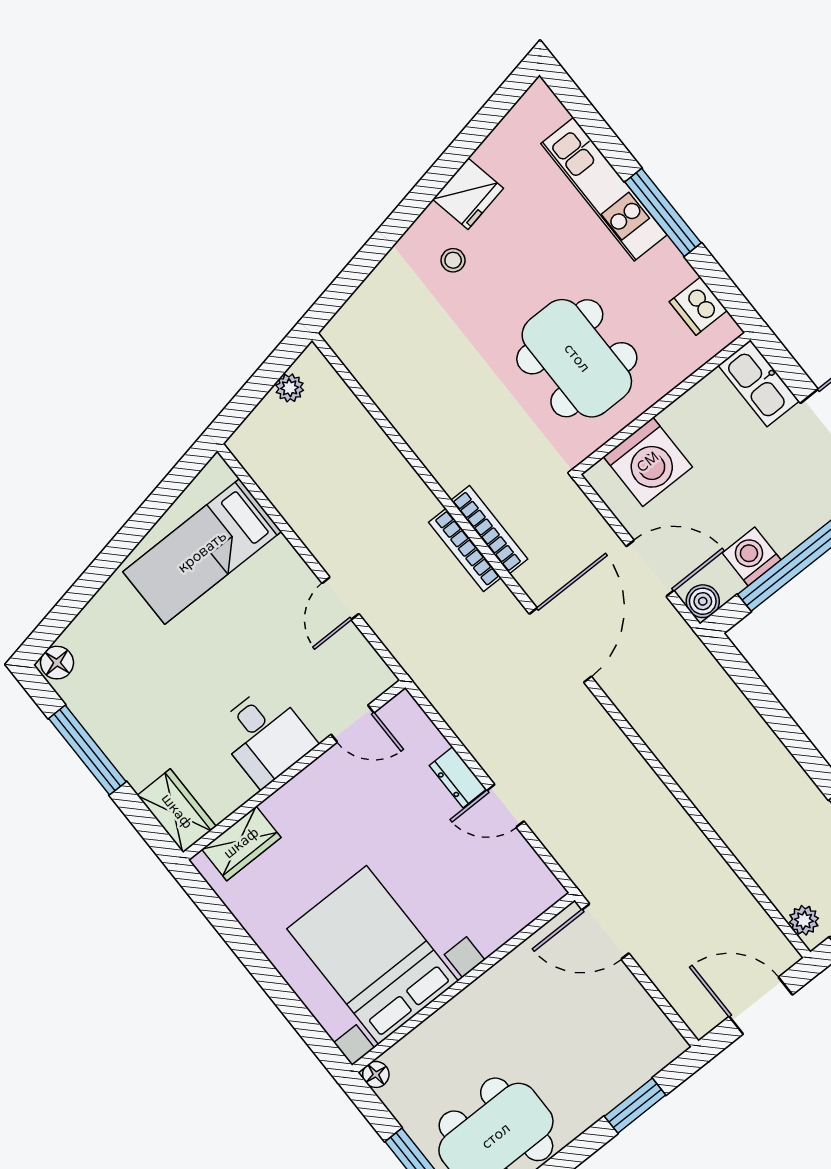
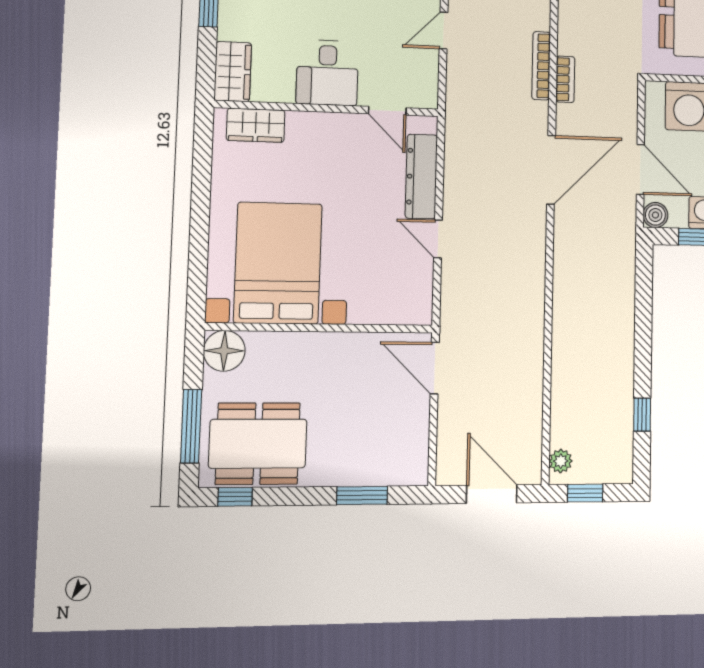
bookcase: (489, 530) -> (565, 79), width x0.64
dresser: (458, 777) -> (421, 176), width x1.96, depth x1.24
floor lamp: (376, 1074) -> (224, 351), width x1.89, depth x1.89

